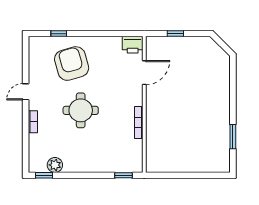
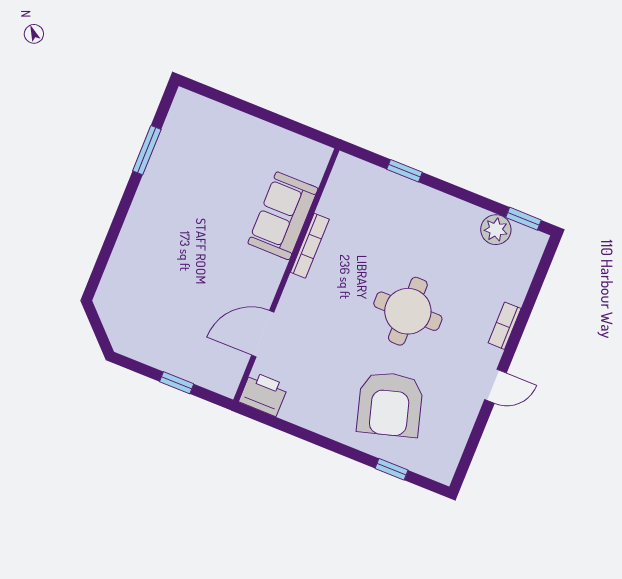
sofa: (157, 131) -> (283, 216), added
window: (123, 175) -> (404, 171), moved

